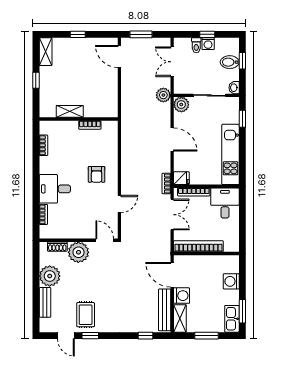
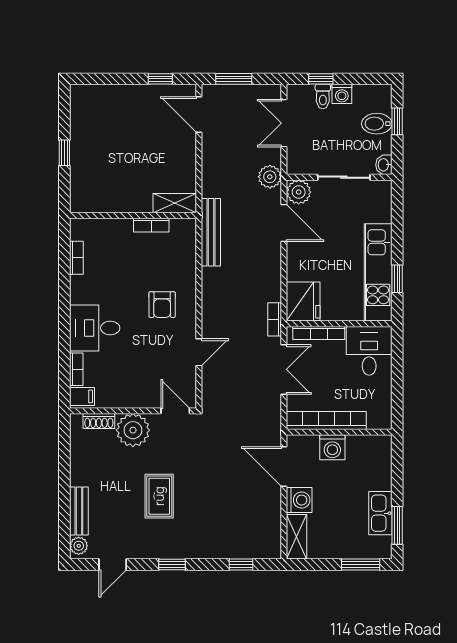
window: (78, 34) -> (160, 79), moved
window: (207, 34) -> (321, 79), moved
shelving: (46, 52) -> (80, 107), removed
shelving: (70, 111) -> (175, 203), moved
window: (242, 119) -> (397, 279), moved
door: (172, 139) -> (284, 223), moved
fridge: (181, 178) -> (303, 302), width x1.88, depth x1.34
filing cabinet: (47, 231) -> (82, 396), added
plant: (50, 276) -> (79, 546), moved, width x0.53, depth x0.53
washing machine: (231, 281) -> (332, 447), moved, turned -90
bench: (165, 310) -> (211, 232), moved
rug: (86, 315) -> (159, 496), moved
kitchen sink: (232, 319) -> (380, 513), moved
door: (66, 336) -> (113, 564), hinge flipped
window: (90, 336) -> (172, 564), moved
window: (206, 336) -> (361, 564), moved

